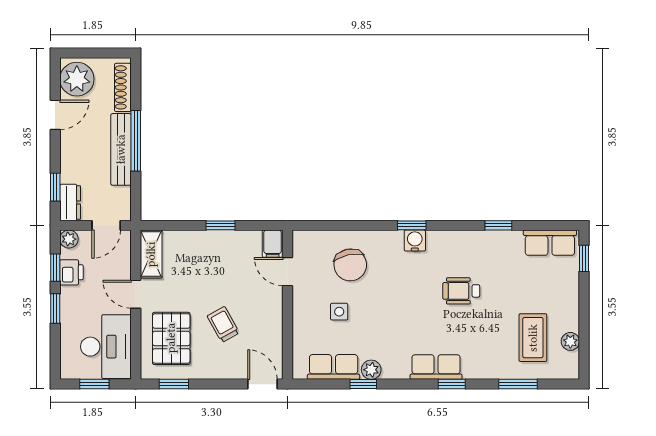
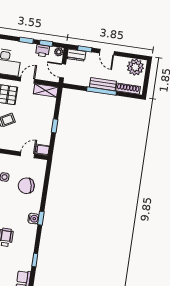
door: (55, 115) -> (107, 52), moved
bench: (121, 149) -> (103, 84), width x0.73

